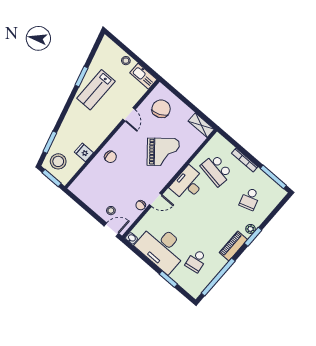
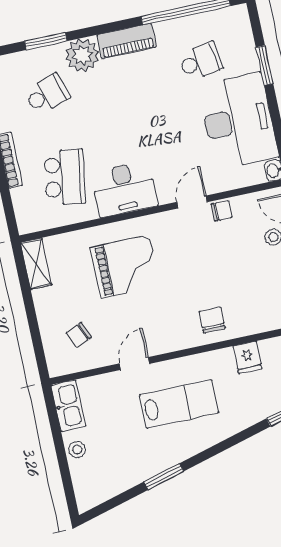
lab bench: (96, 90) -> (179, 404), moved
chair: (161, 109) -> (79, 335), width x0.54, depth x0.54
grand piano: (163, 152) -> (125, 267), turned 130
door: (156, 200) -> (192, 202), hinge flipped
plant: (250, 229) -> (82, 55), width x1.87, depth x1.87
window: (253, 237) -> (46, 41), moved

